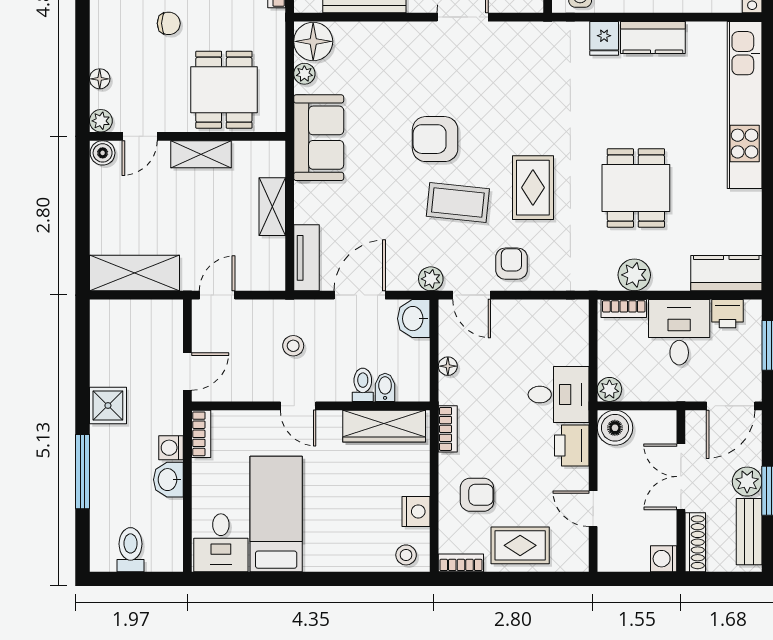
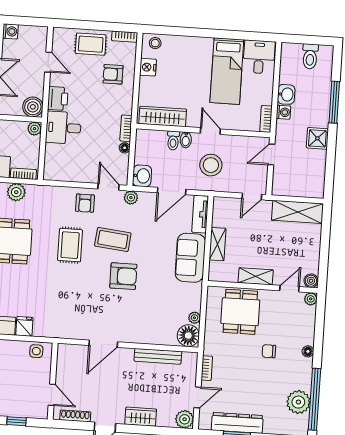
floor lamp: (100, 79) -> (308, 351), moved
sofa: (319, 138) -> (190, 258), moved
stool: (293, 346) -> (211, 165), width x1.89, depth x1.89
bidet: (385, 387) -> (186, 140), moved
bookcase: (448, 429) -> (126, 128), moved

